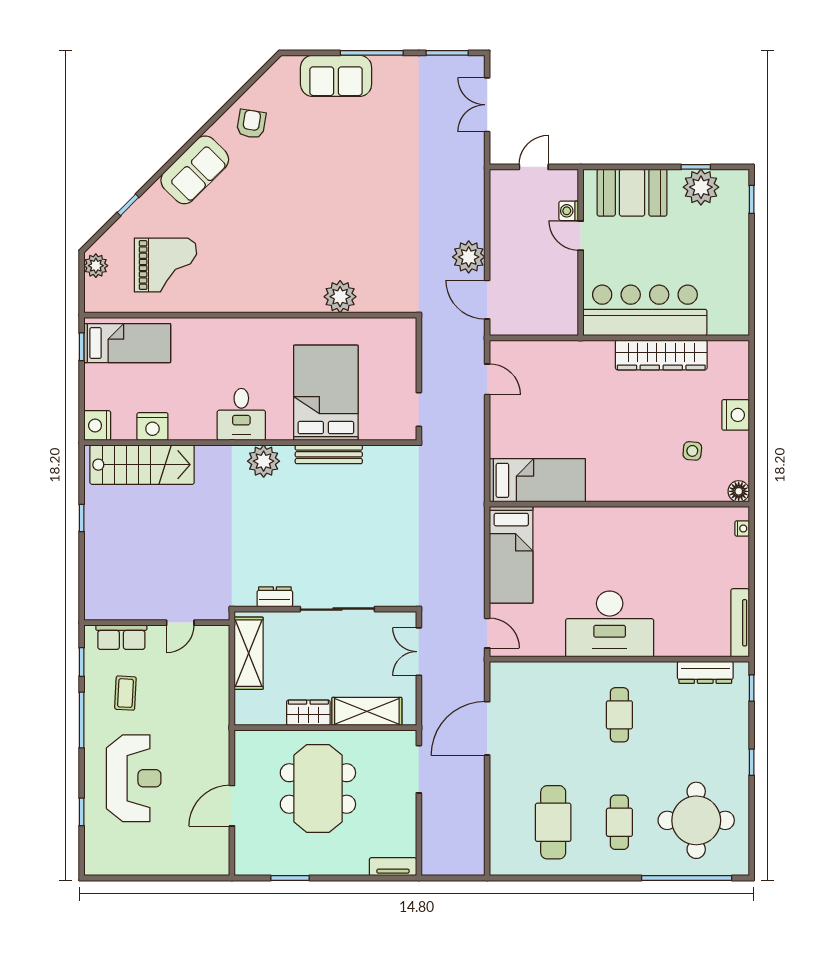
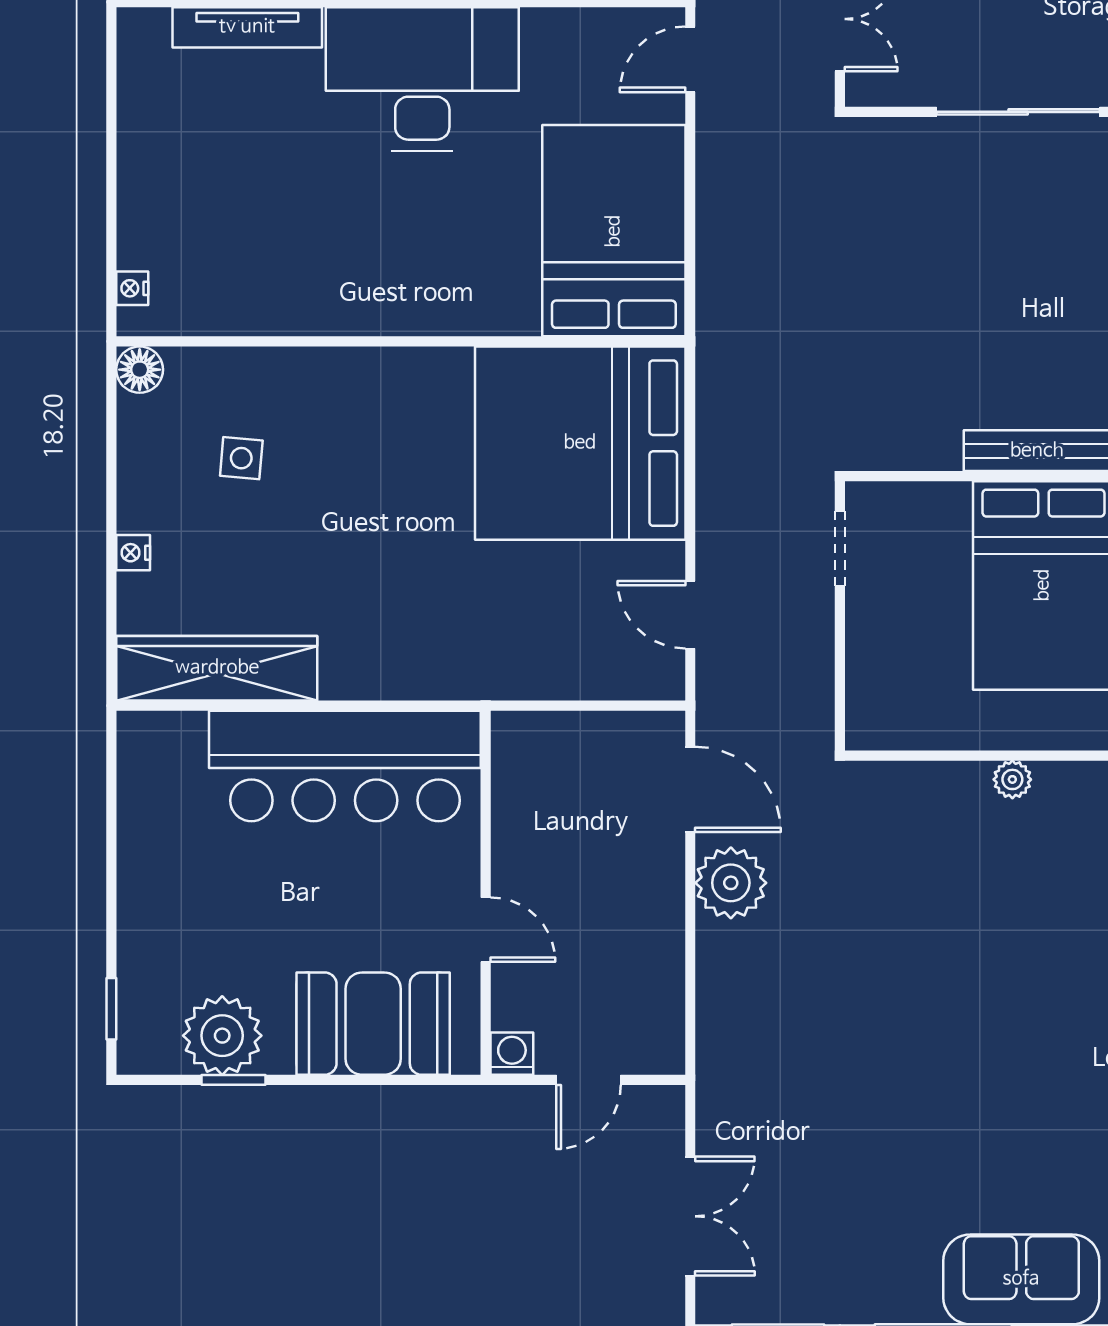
washing machine: (569, 211) -> (512, 1054), moved, turned -90
plant: (340, 297) -> (1012, 779), width x0.53, depth x0.53
wardrobe: (661, 355) -> (217, 668), moved
nightstand: (736, 415) -> (133, 553), width x0.53, depth x0.56
bed: (537, 480) -> (580, 443), width x2.04
bed: (511, 555) -> (614, 231), width x1.50
tv unit: (740, 623) -> (247, 27), moved, turned 90
door: (487, 633) -> (690, 59), hinge flipped

